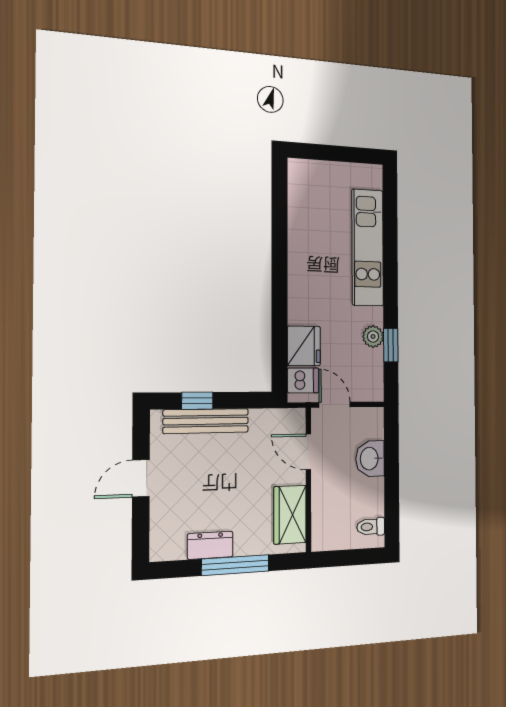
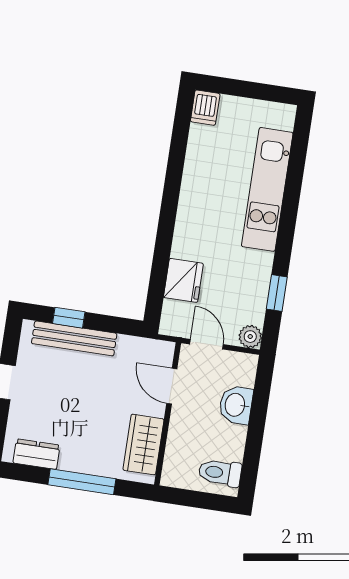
plant: (373, 336) -> (250, 337), moved
dishwasher: (303, 380) -> (205, 108), moved, turned 90
toilet: (371, 527) -> (220, 473), width x1.37, depth x1.39
dresser: (210, 545) -> (36, 454), moved

